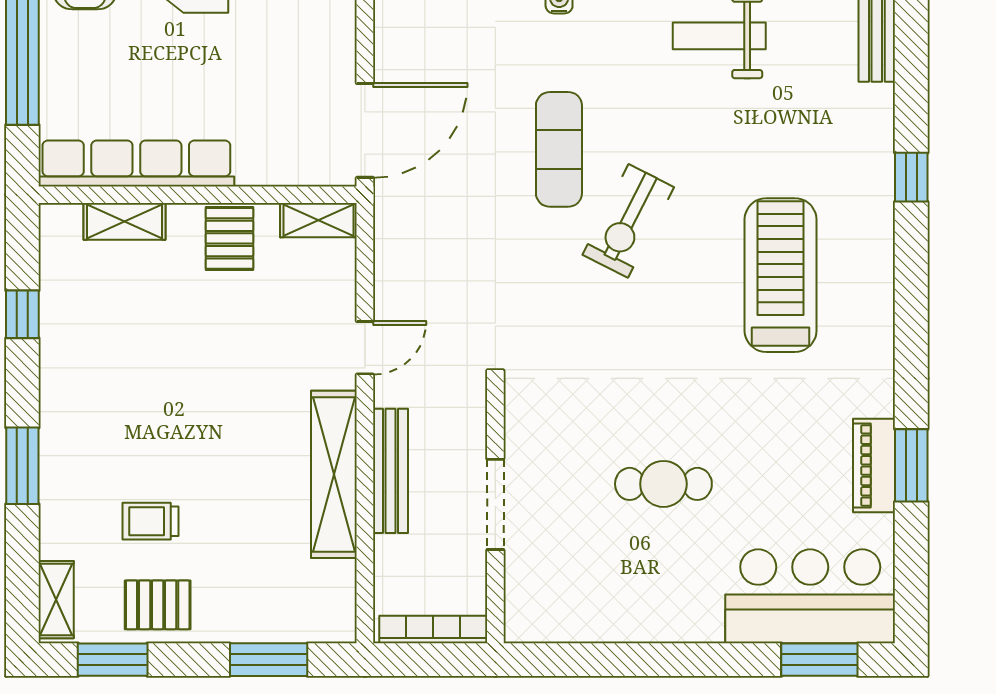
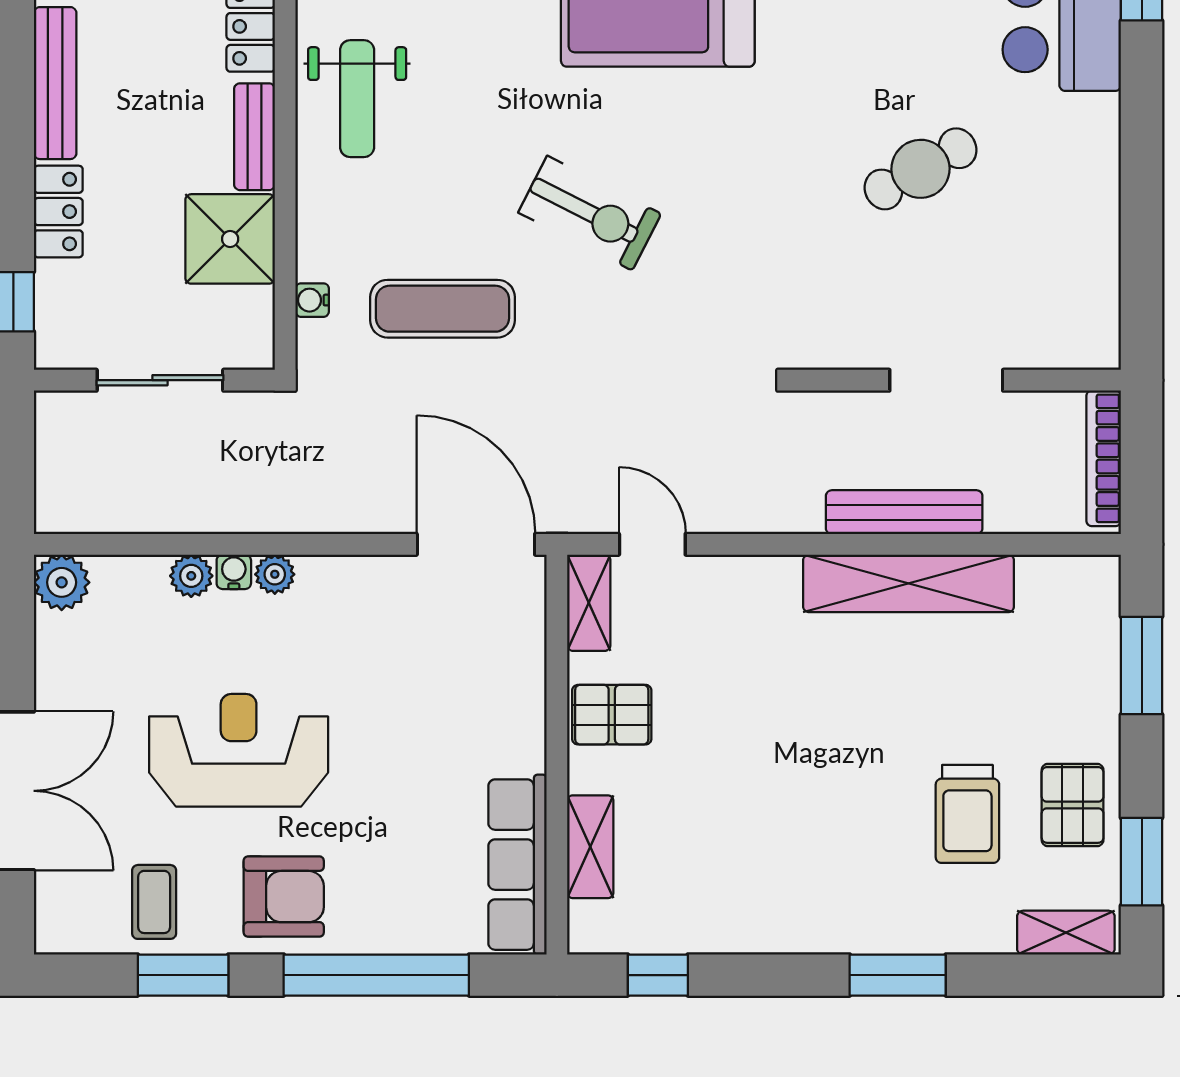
exercise mat: (559, 149) -> (442, 309), moved
row of seats: (136, 163) -> (518, 865), width x0.73
window: (22, 314) -> (658, 975), moved
door: (365, 348) -> (652, 544), moved
cafe table: (663, 484) -> (921, 169), turned 61
trolley: (151, 521) -> (967, 814), width x1.36, depth x1.39

